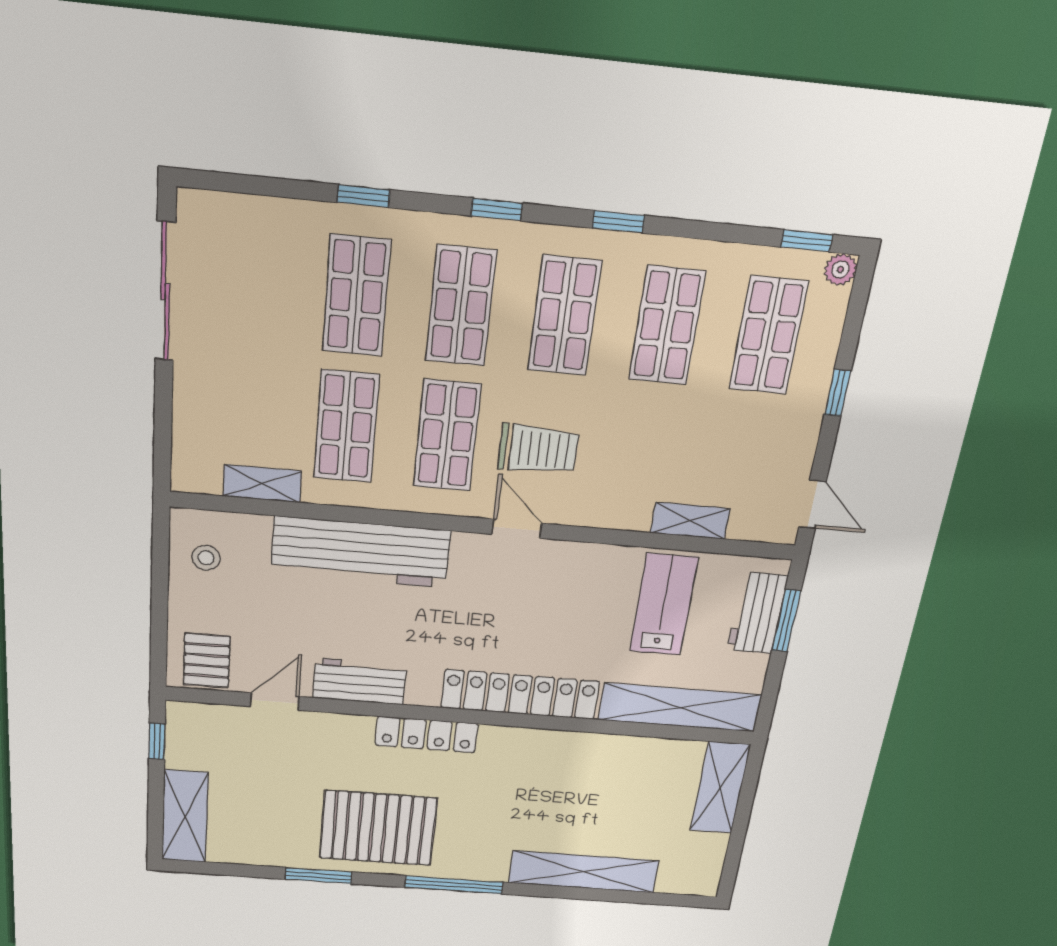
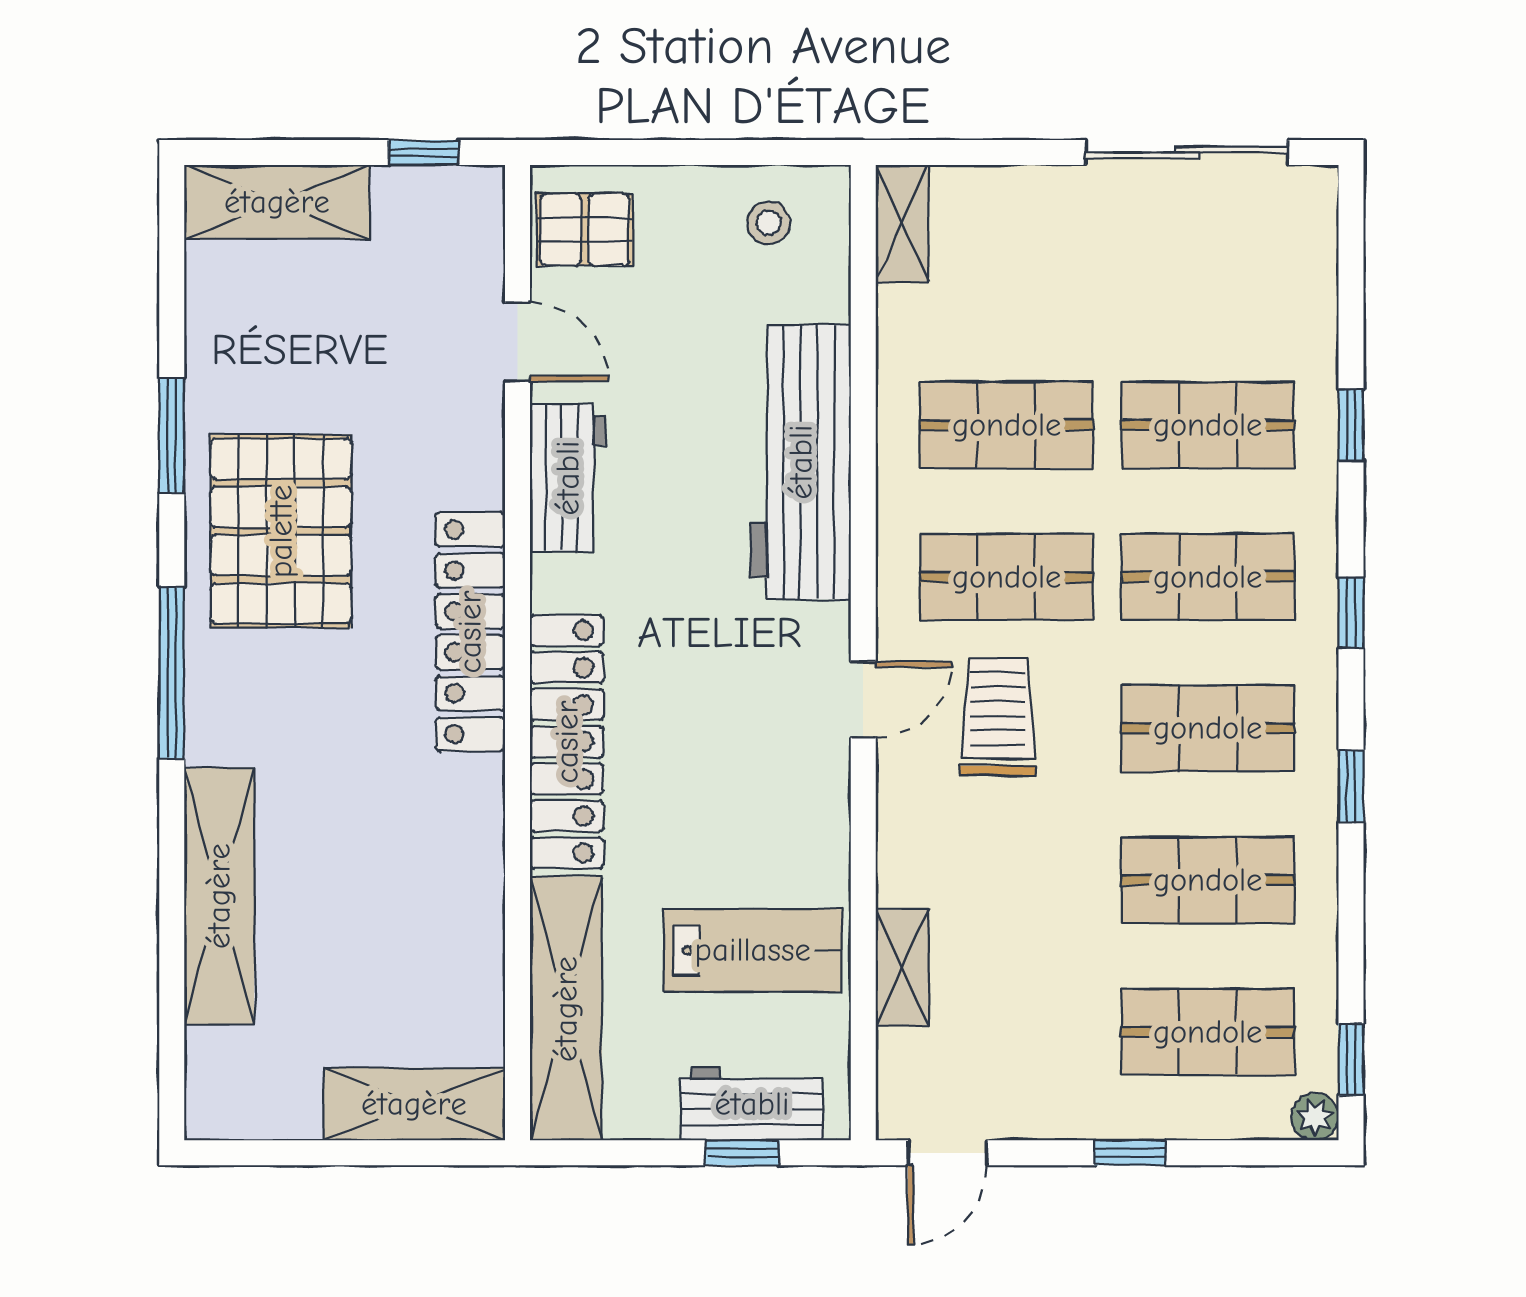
trolley: (538, 449) -> (998, 717), turned 180
shelving: (262, 484) -> (902, 223), moved
window: (786, 621) -> (742, 1153), width x0.67
locker: (427, 734) -> (470, 632), width x1.41, depth x1.21

